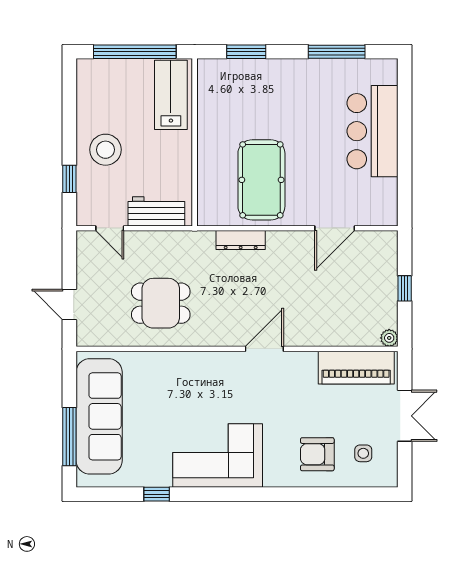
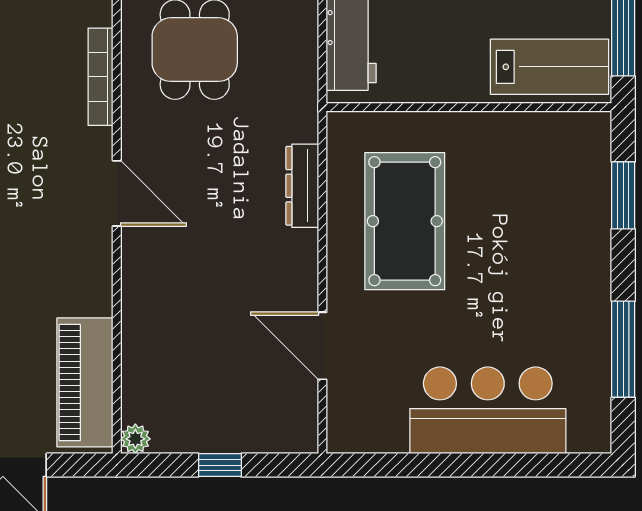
pool table: (261, 180) -> (405, 221), turned 90
door: (264, 349) -> (117, 193), moved
bookcase: (177, 358) -> (100, 77), added

